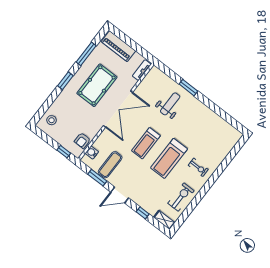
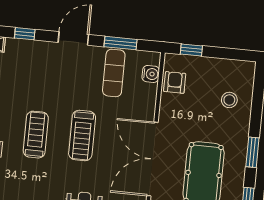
stool: (51, 120) -> (229, 100), moved
treadmill: (146, 143) -> (82, 135), turned 180
treadmill: (169, 158) -> (36, 135), width x0.73, depth x0.73

